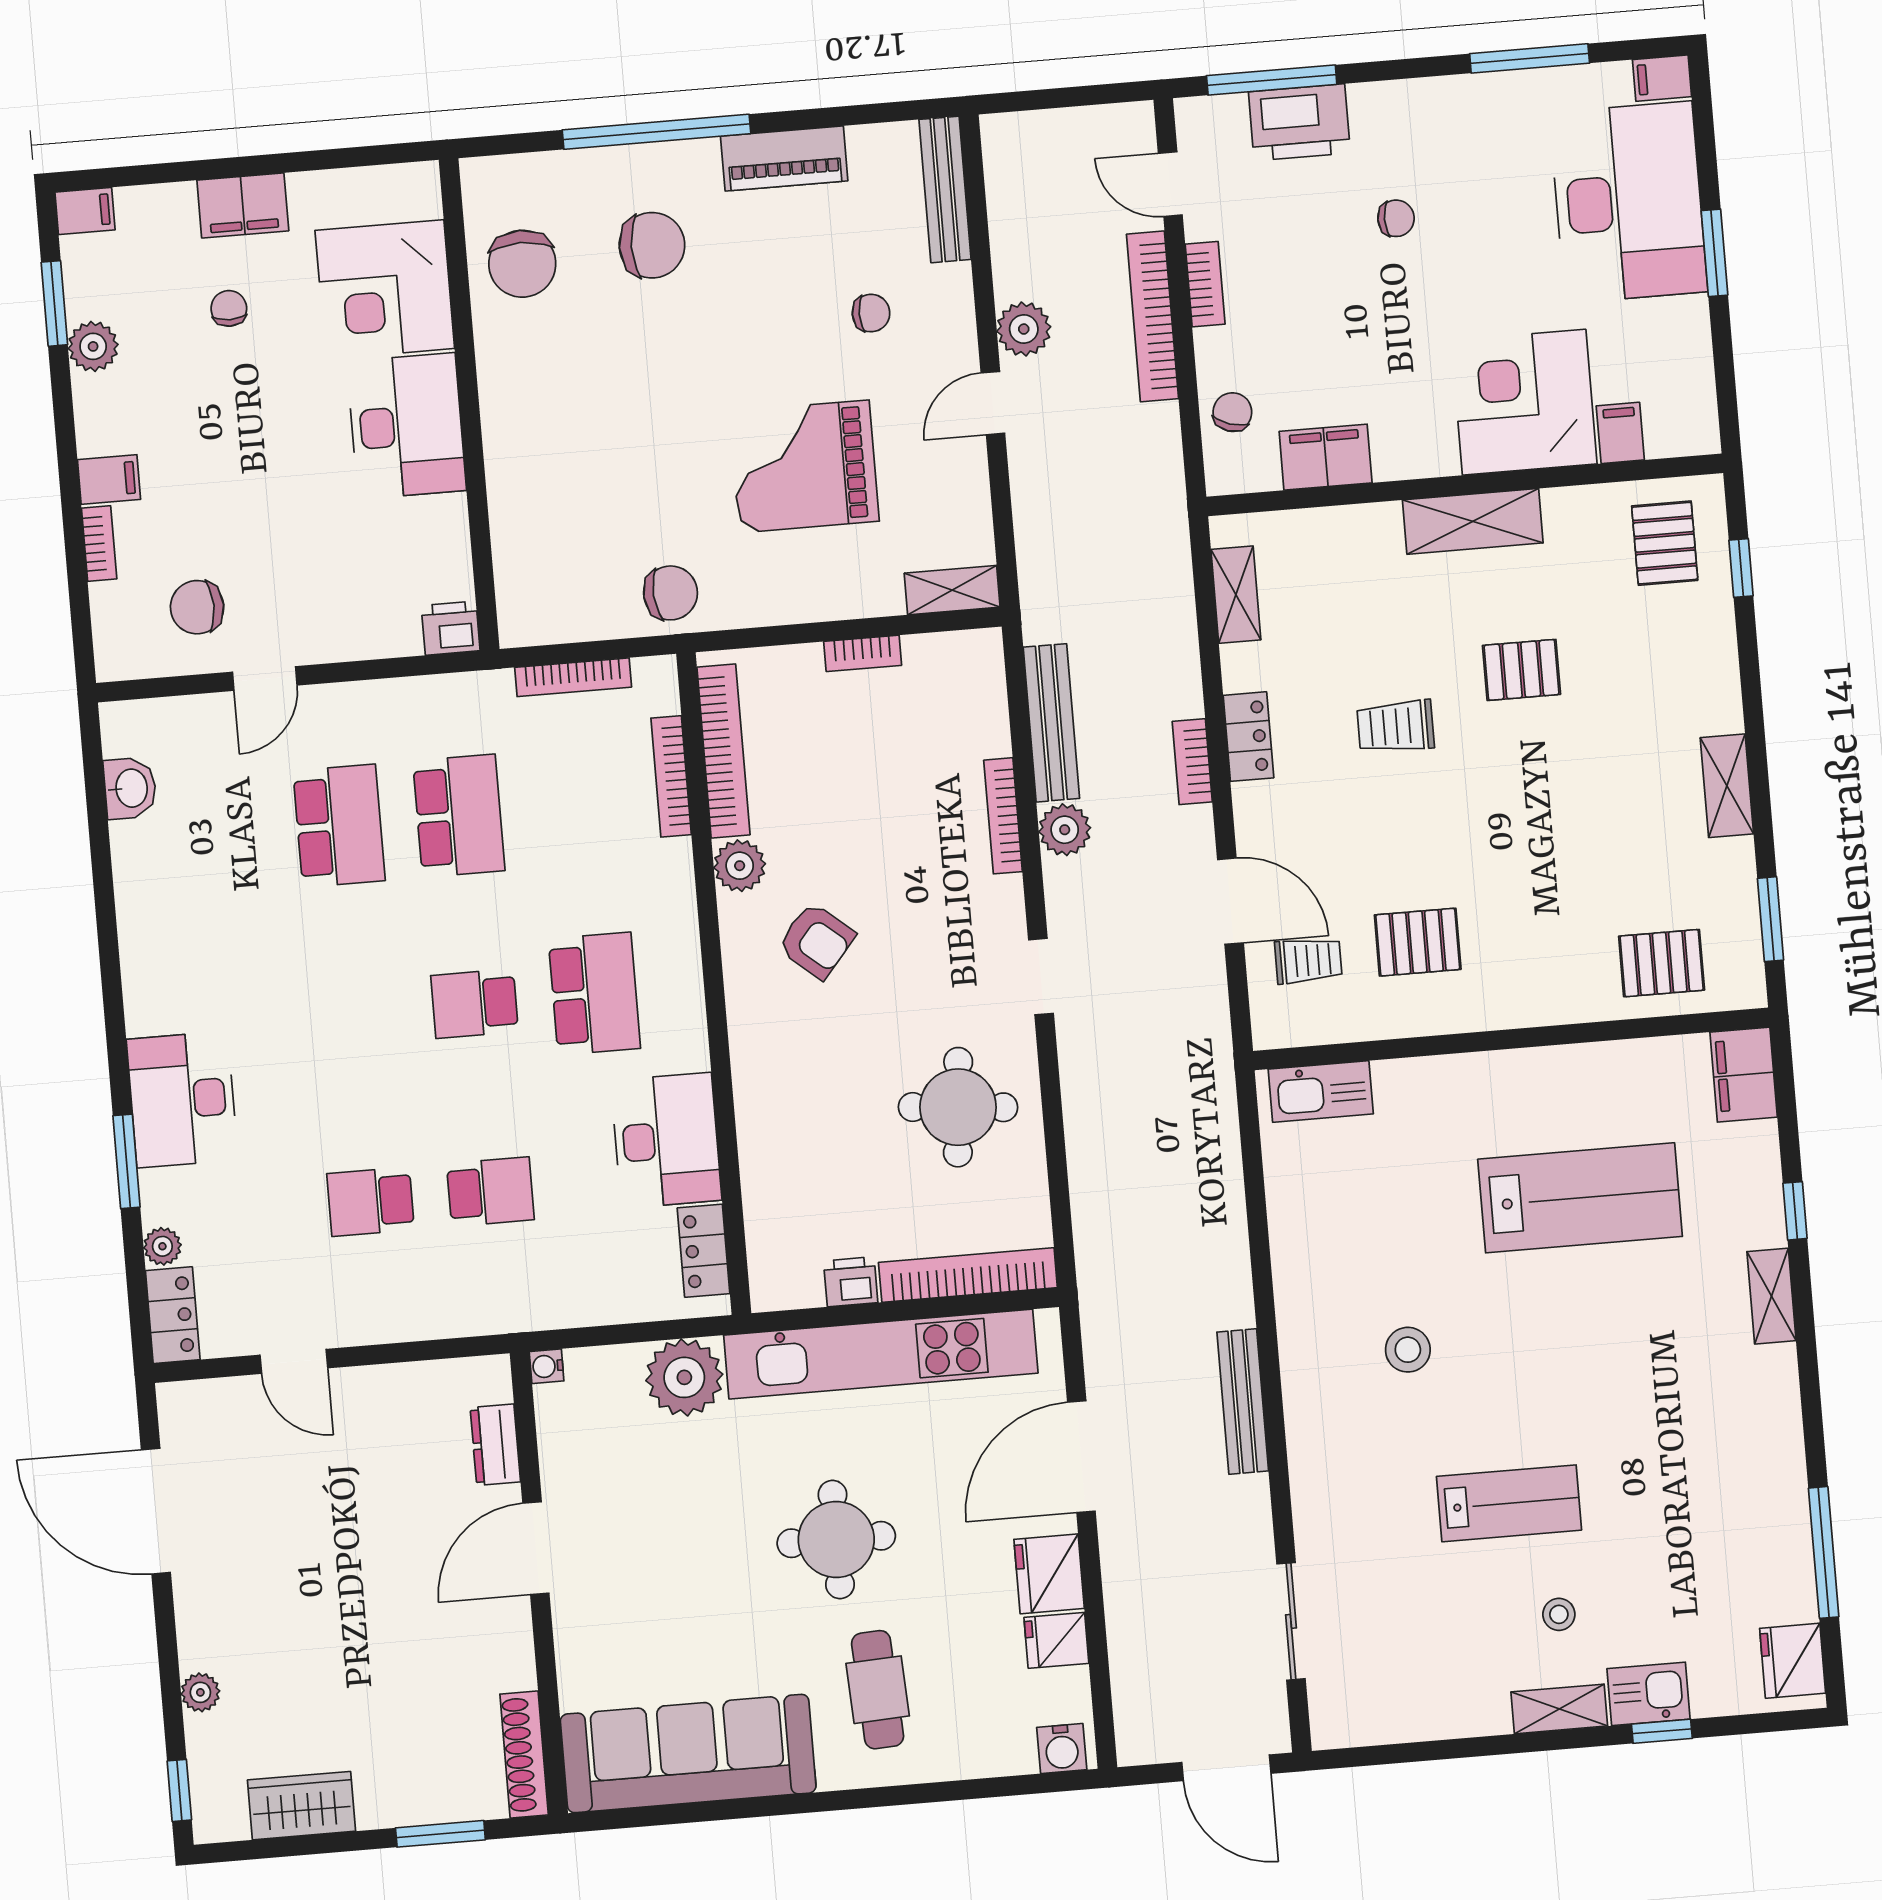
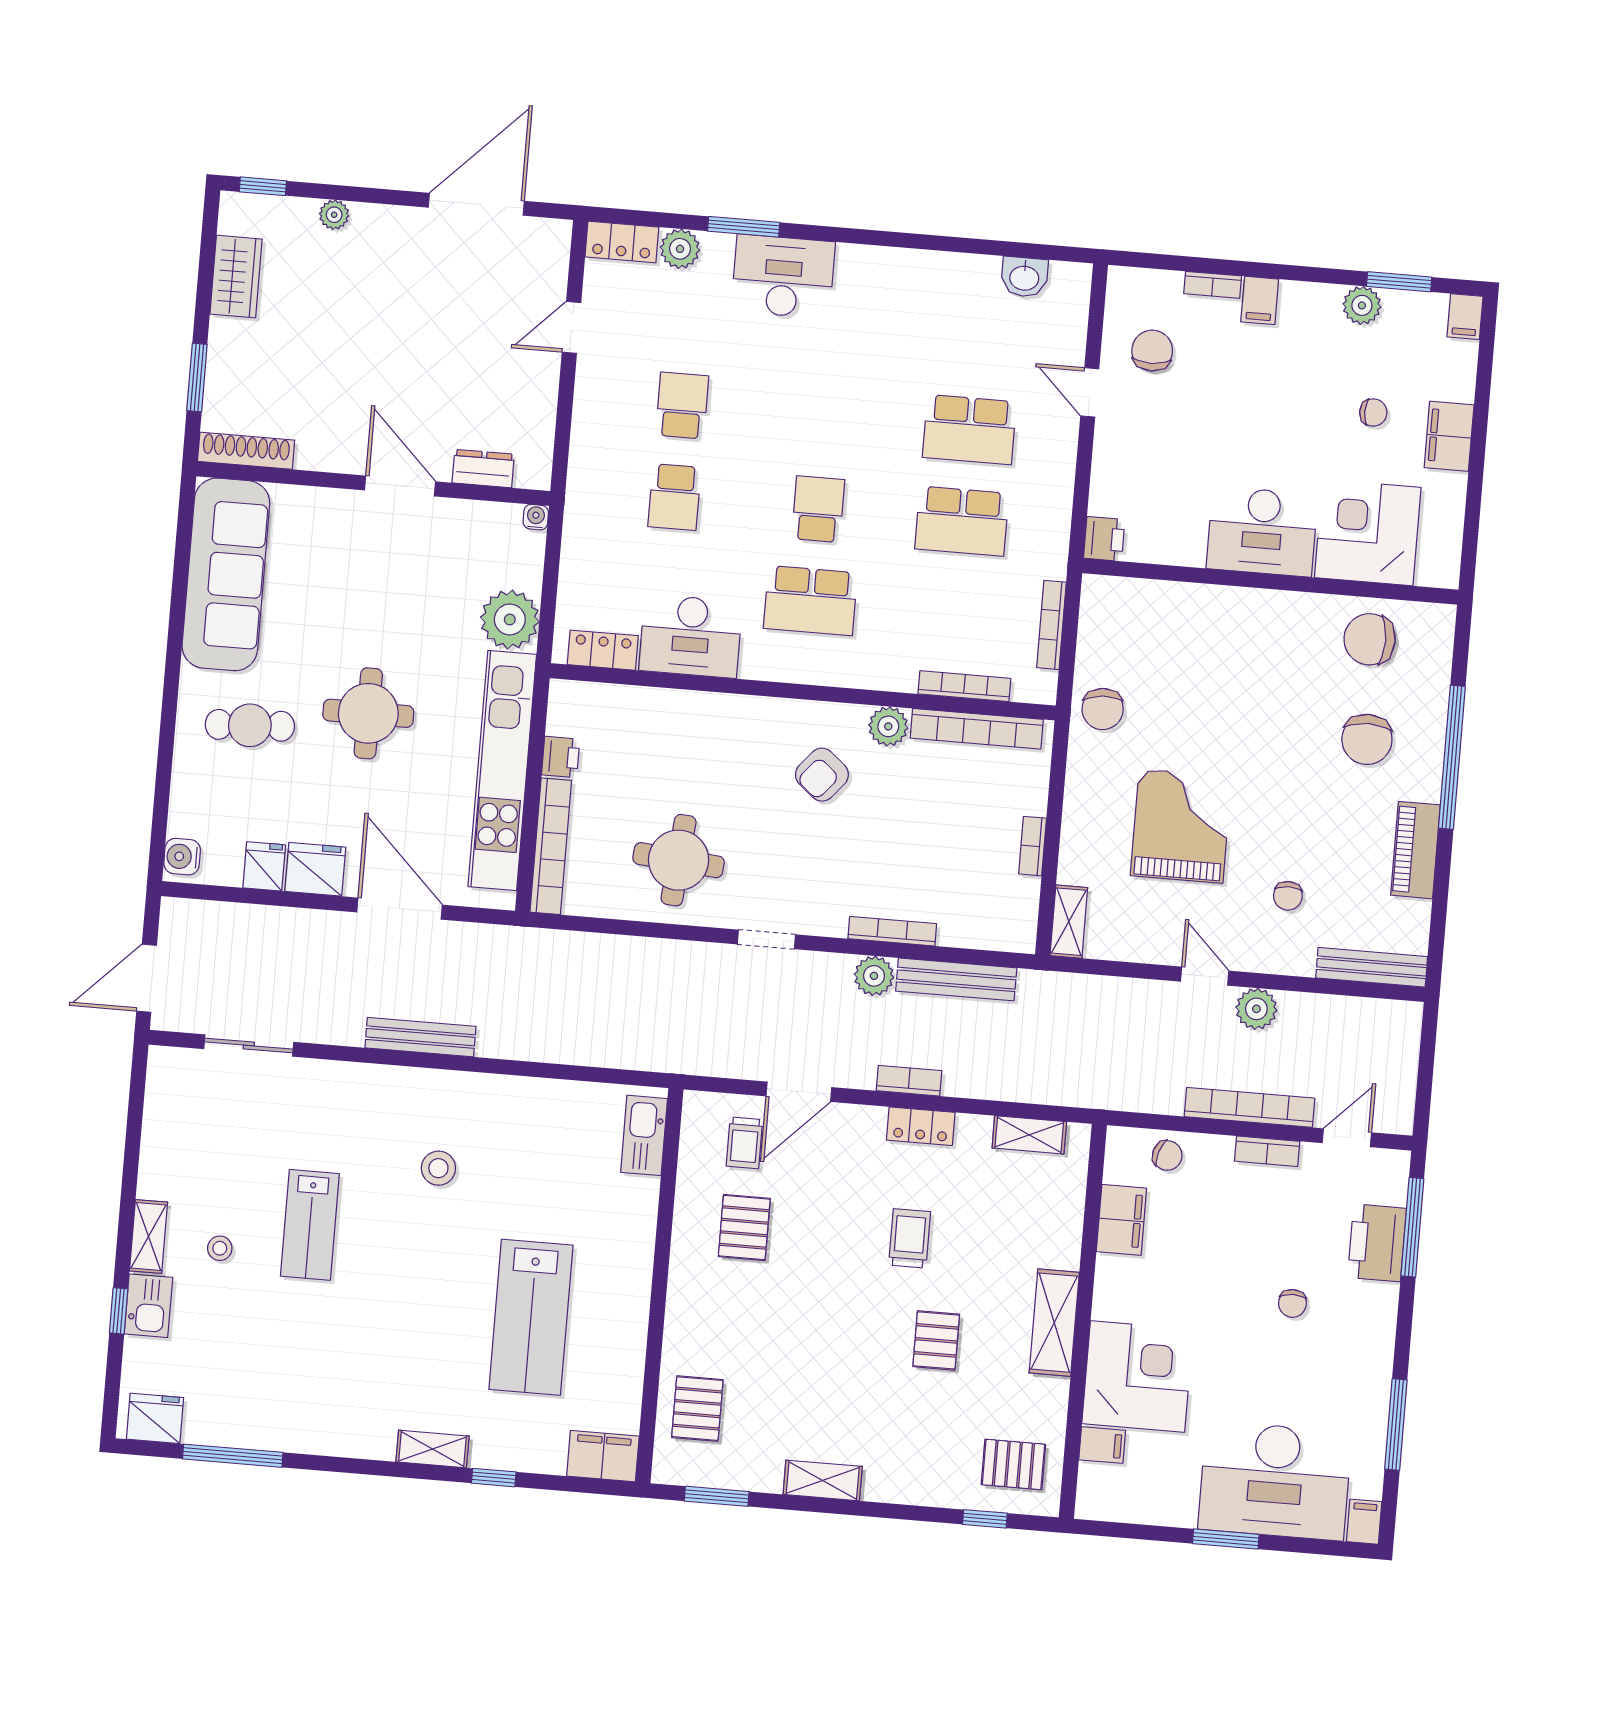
plant: (162, 1246) -> (680, 249), width x1.38, depth x1.38

